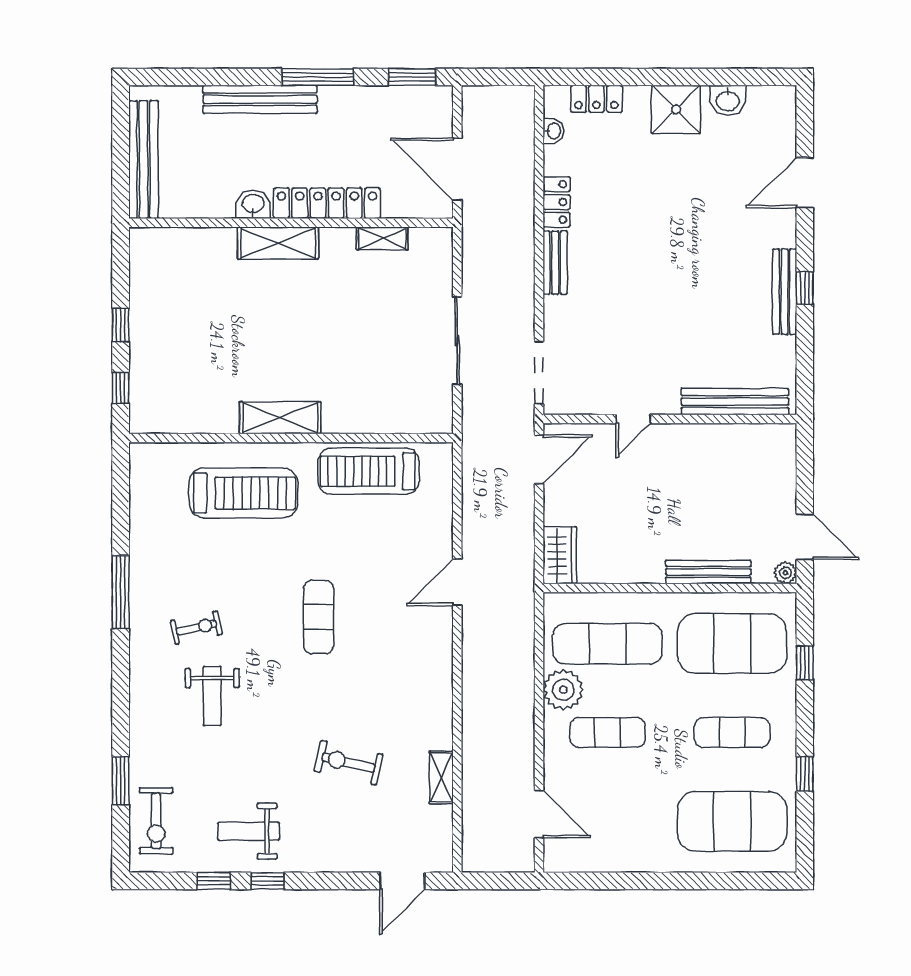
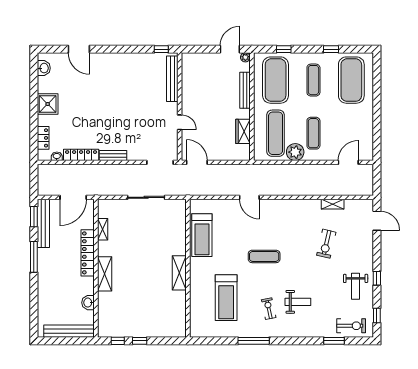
bench: (260, 99) -> (43, 223), moved
washbasin: (728, 100) -> (44, 68), moved
locker: (557, 202) -> (81, 155), width x1.53
washbasin: (253, 204) -> (88, 303), moved
window: (805, 288) -> (161, 49), moved
bench: (785, 292) -> (125, 58), removed
window: (121, 388) -> (118, 341), moved
treadmill: (243, 493) -> (226, 298), moved, turned 180
wardrobe: (560, 555) -> (243, 131), moved, turned -90
window: (214, 881) -> (377, 316), moved

